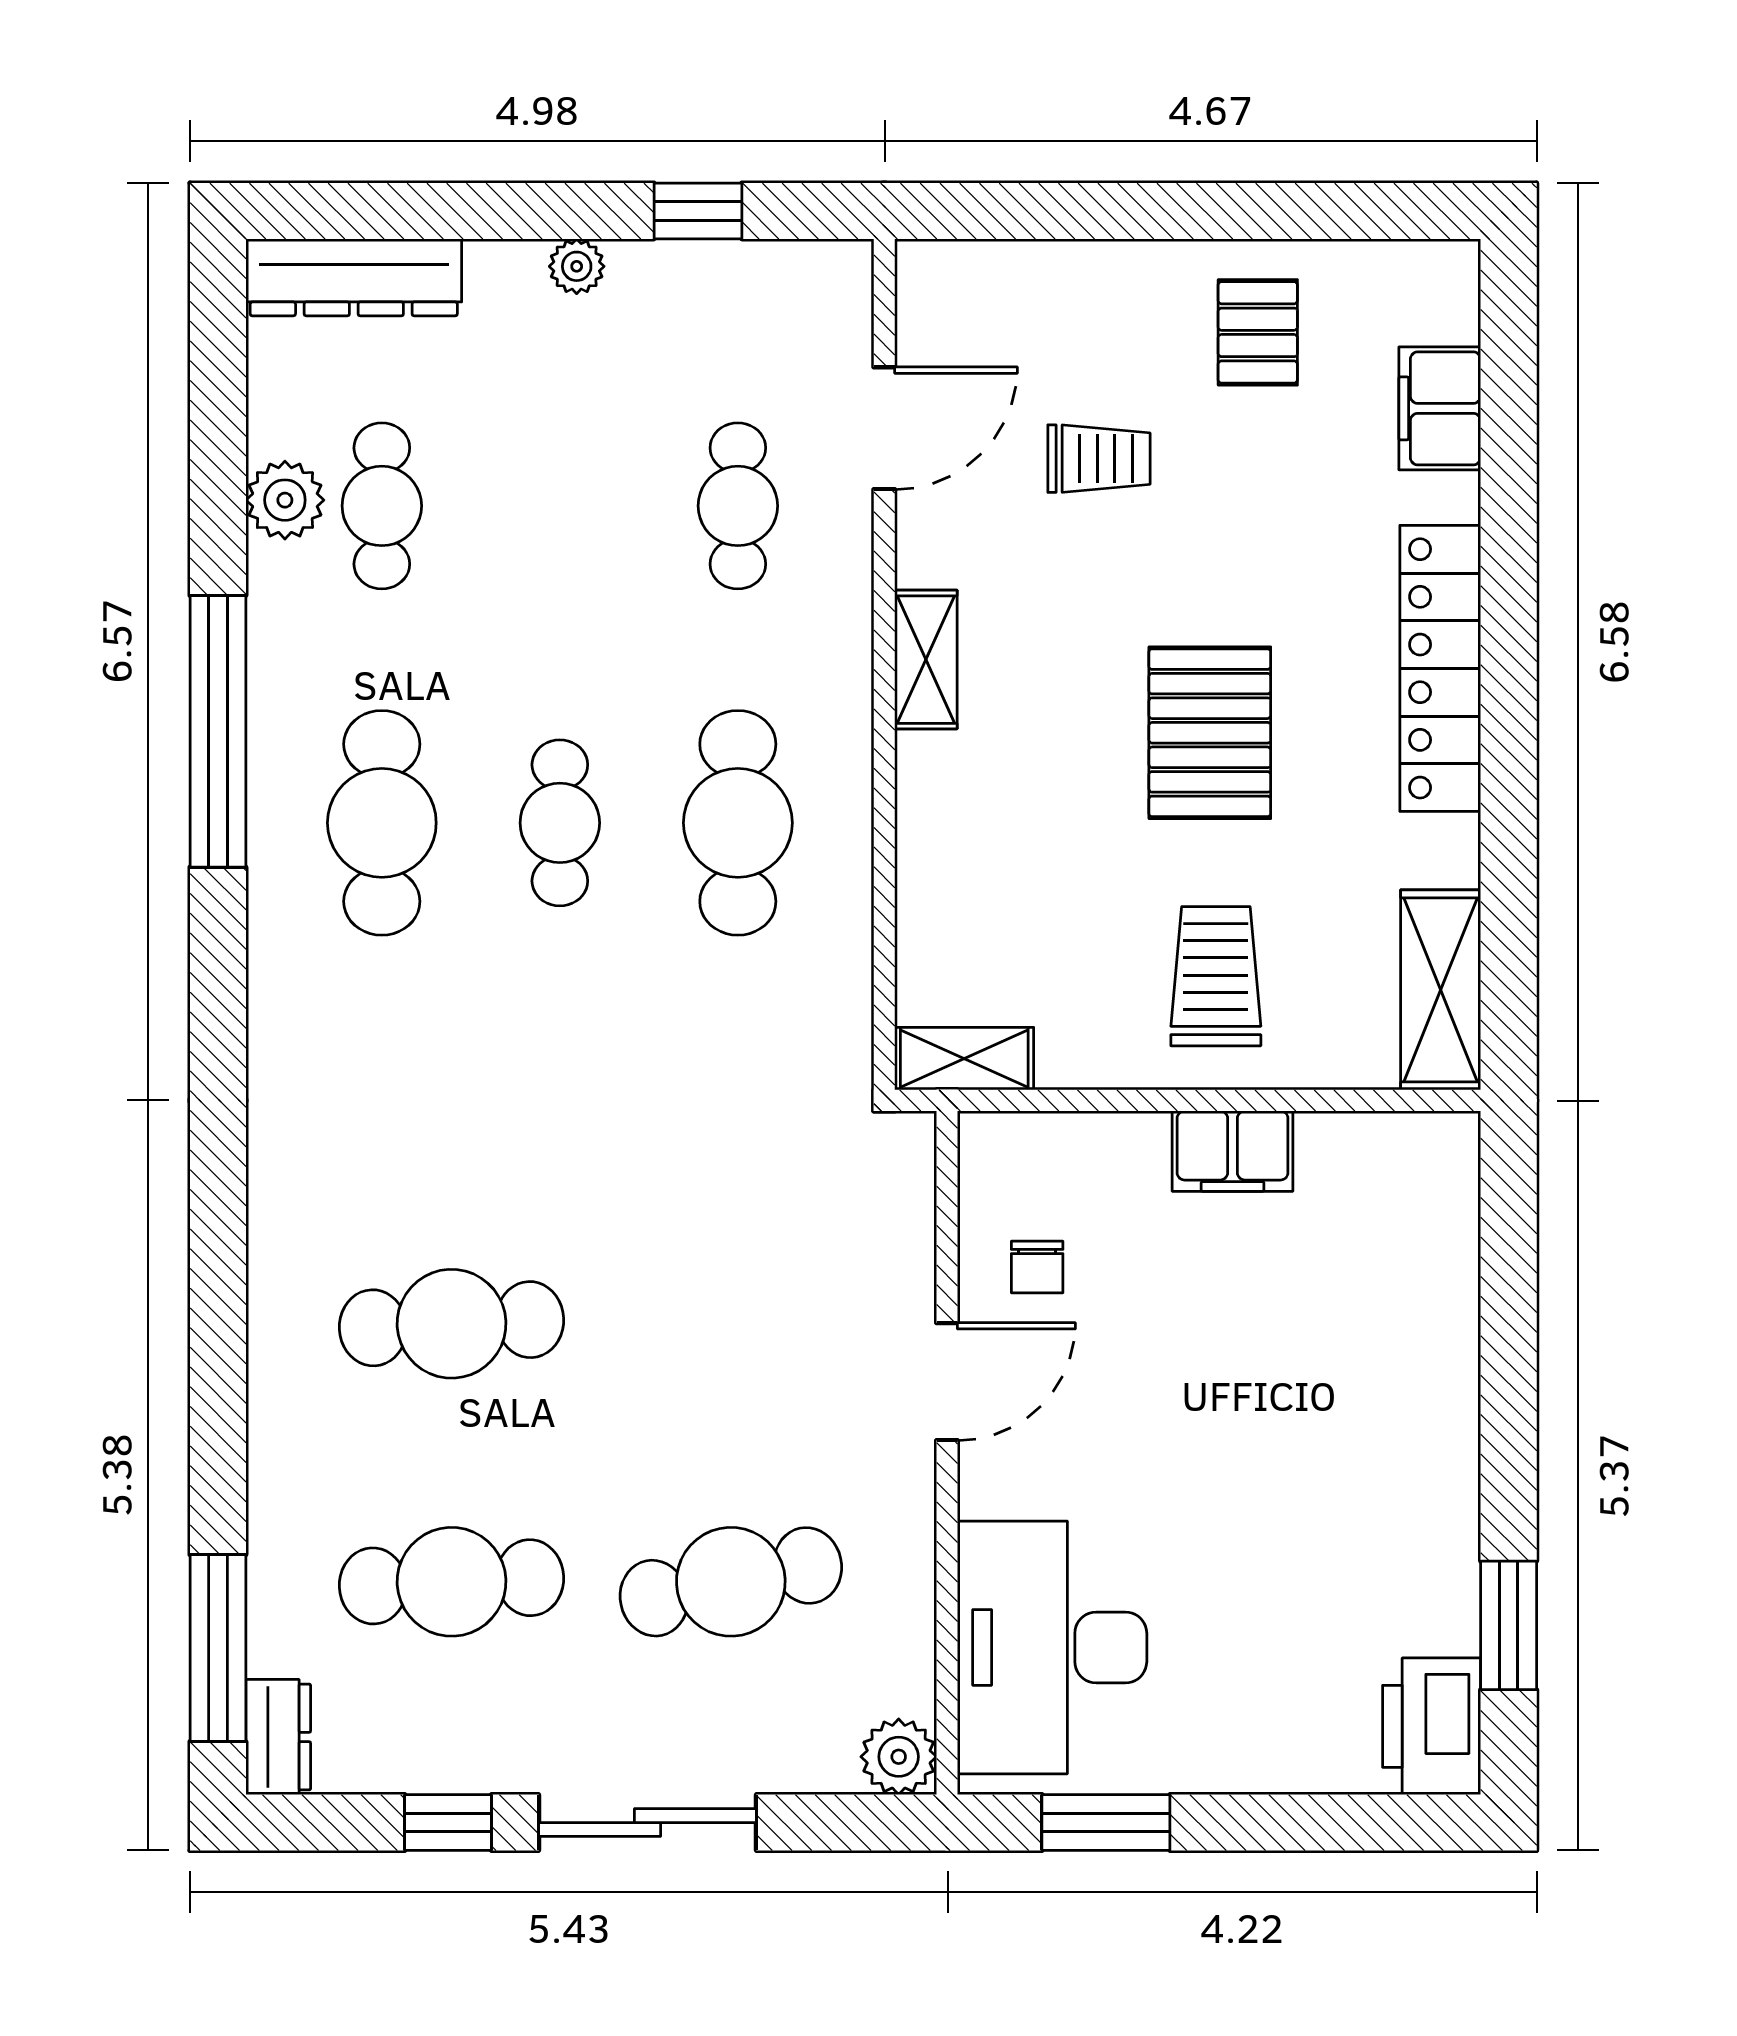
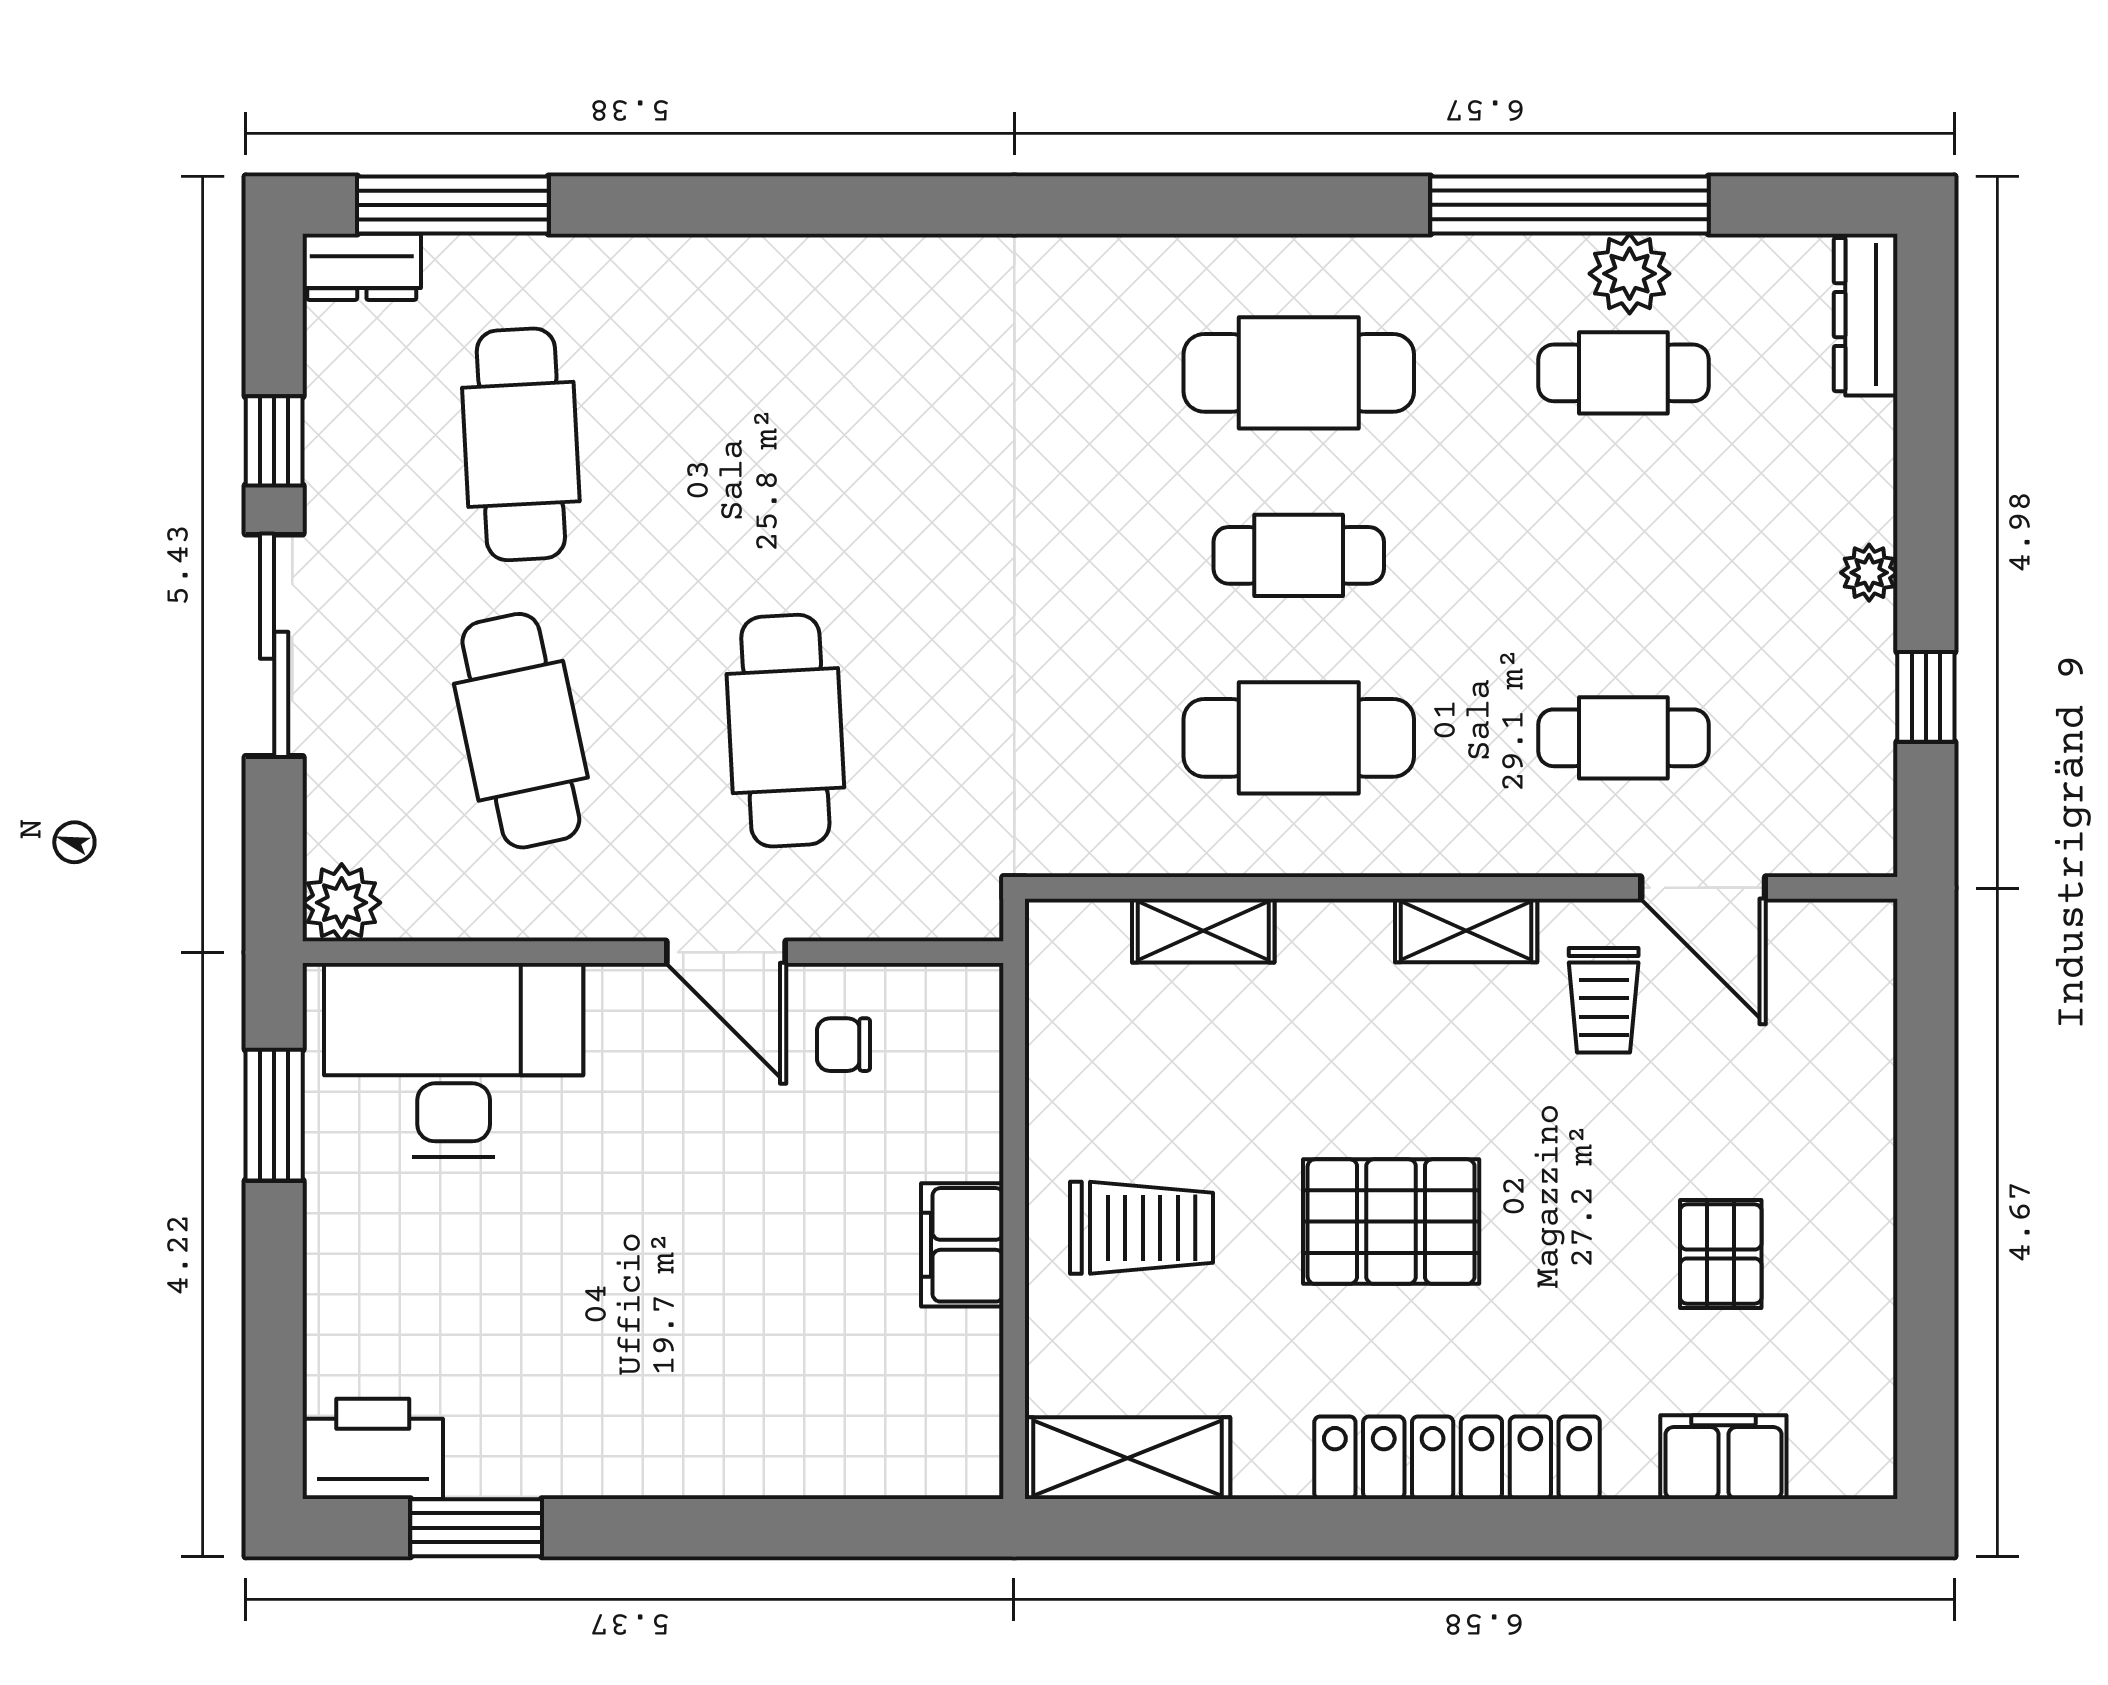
dresser: (354, 277) -> (1866, 315), width x0.73, depth x0.80
pallet: (1258, 332) -> (1721, 1254), moved, turned 90
trolley: (1099, 459) -> (1604, 1000), moved
window: (218, 731) -> (1569, 205), moved
shelving: (964, 1059) -> (1203, 931), moved, turned 90
cafe table: (452, 1324) -> (785, 731), moved

